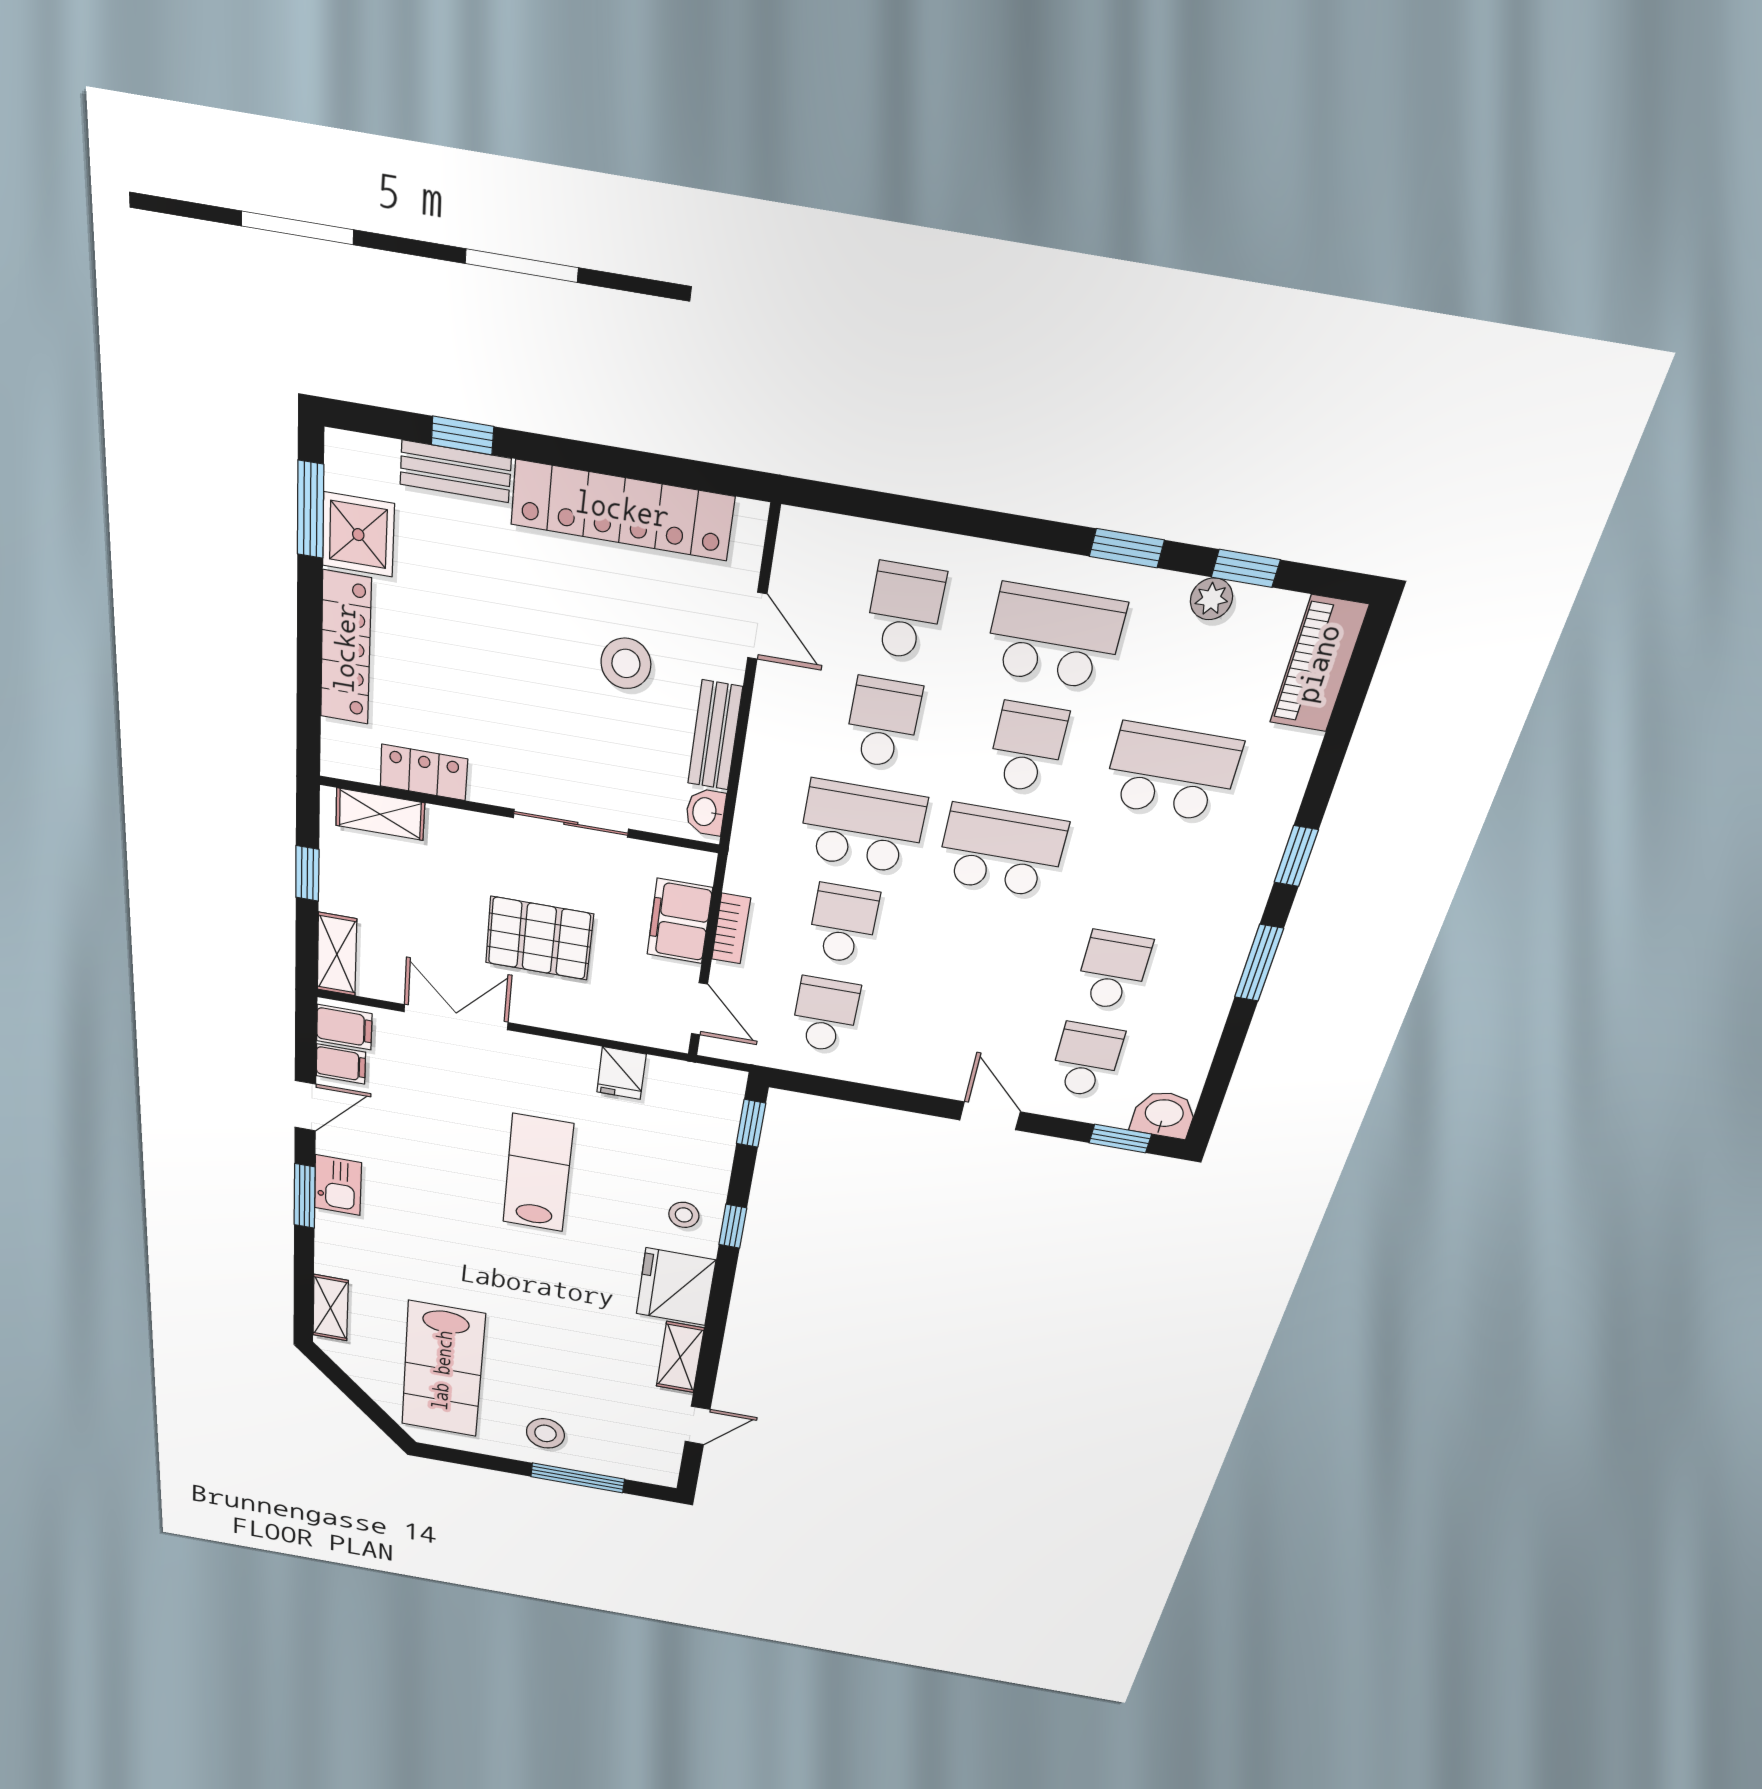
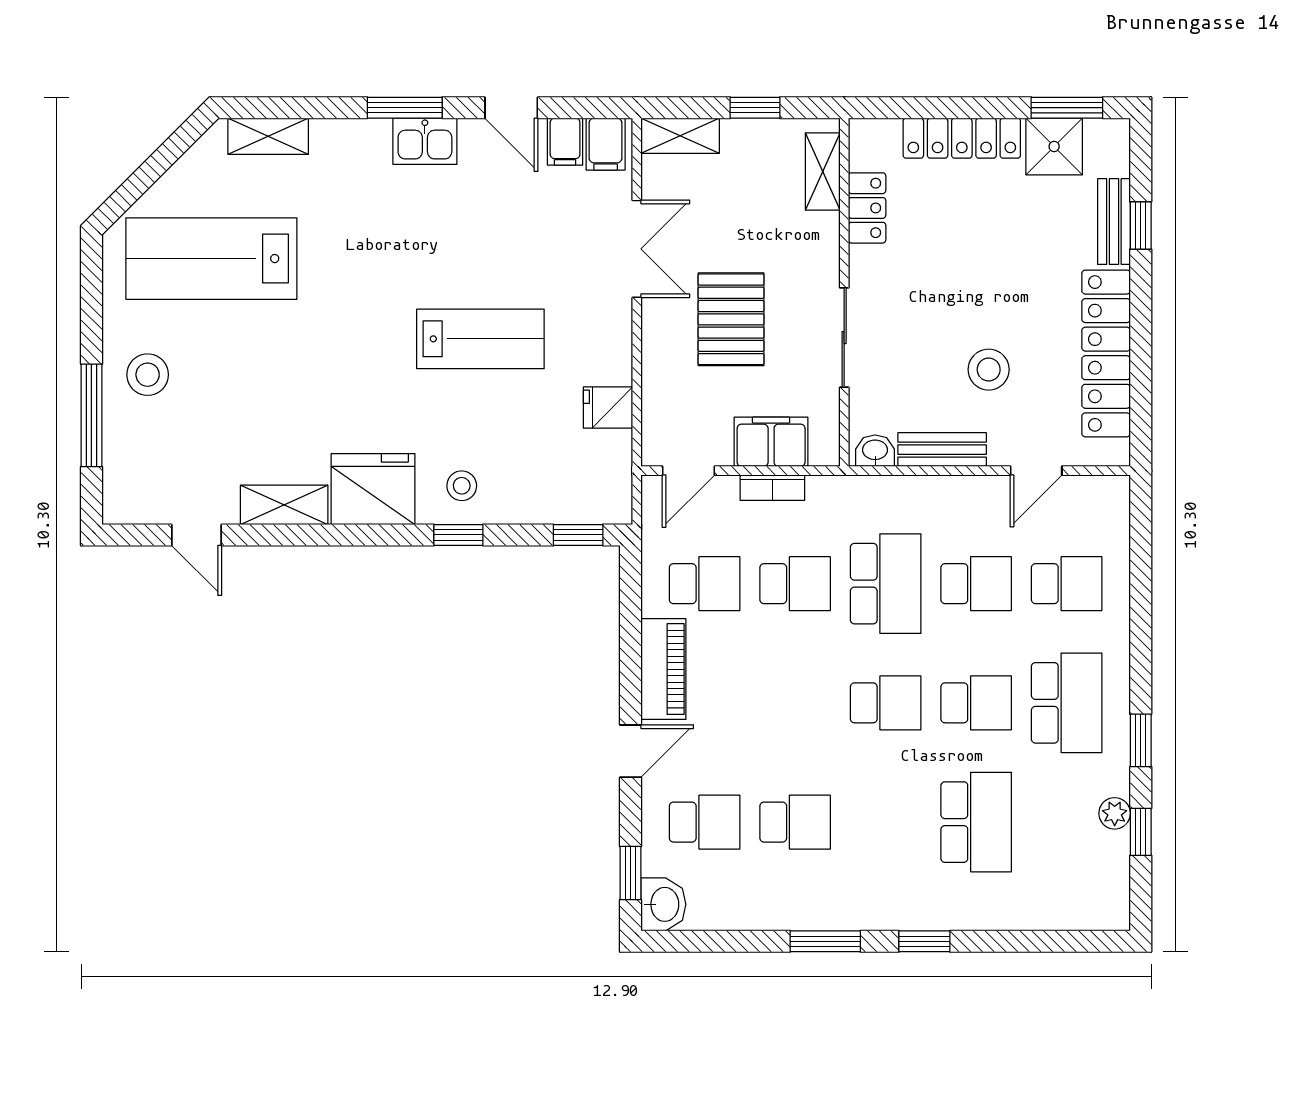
piano: (1319, 664) -> (663, 669), moved, turned 90
school desk: (1002, 851) -> (886, 703), width x0.54

